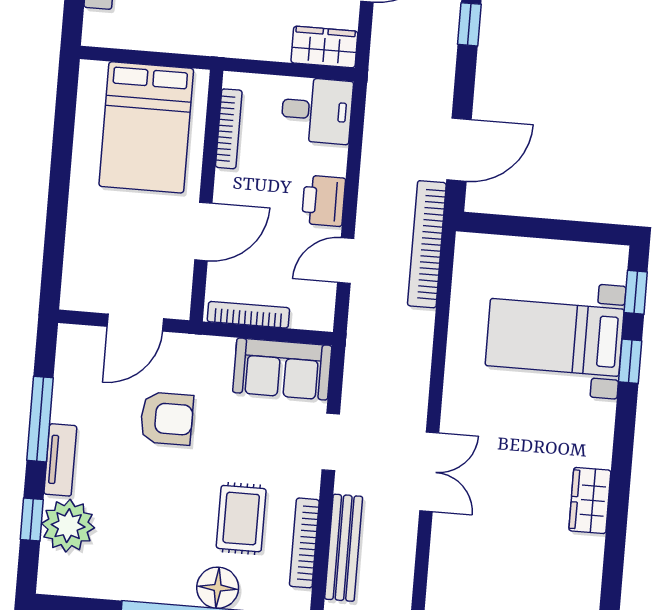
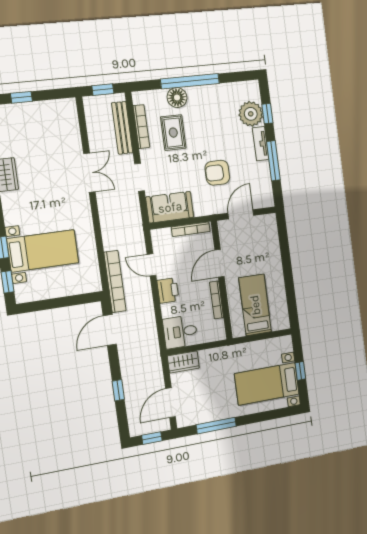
bed: (146, 127) -> (255, 305), width x0.67
bookcase: (229, 129) -> (217, 300), moved
door: (346, 261) -> (151, 265), swing flipped
double door: (429, 472) -> (89, 173), swing flipped

